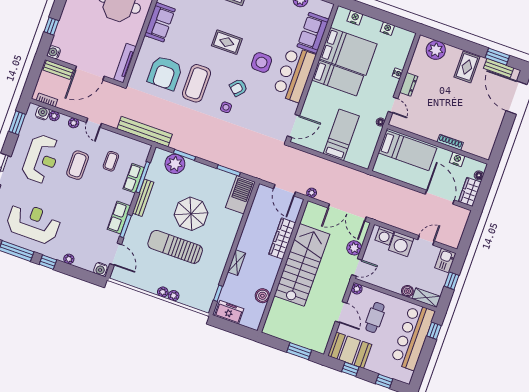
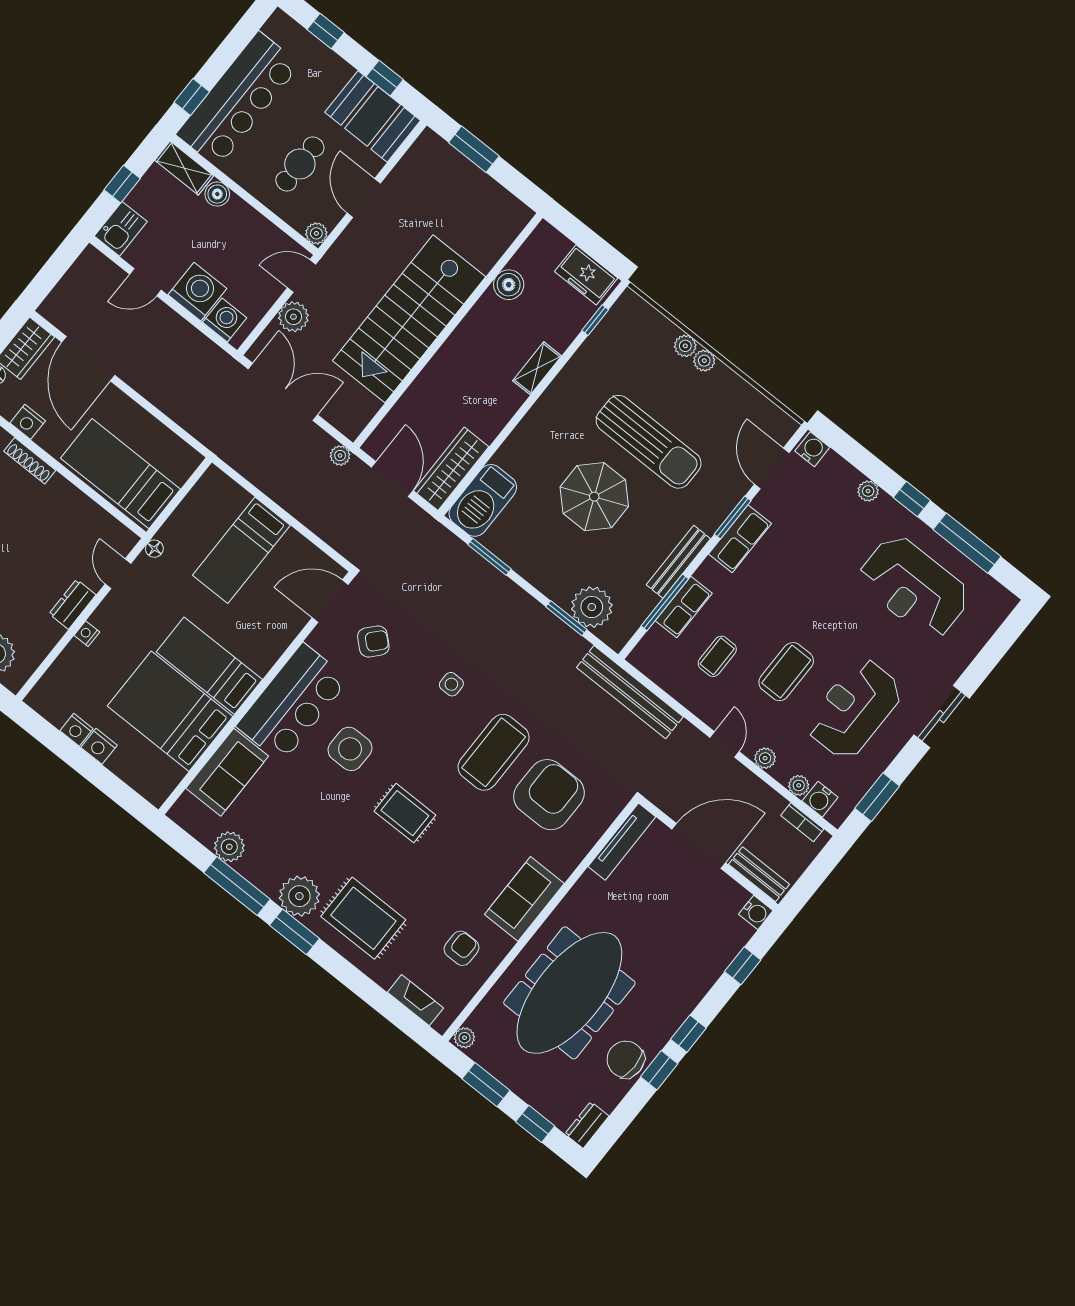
nightstand: (355, 18) -> (99, 746), moved
armchair: (238, 88) -> (373, 641), moved
wardrobe: (282, 239) -> (451, 469), moved, turned 180

